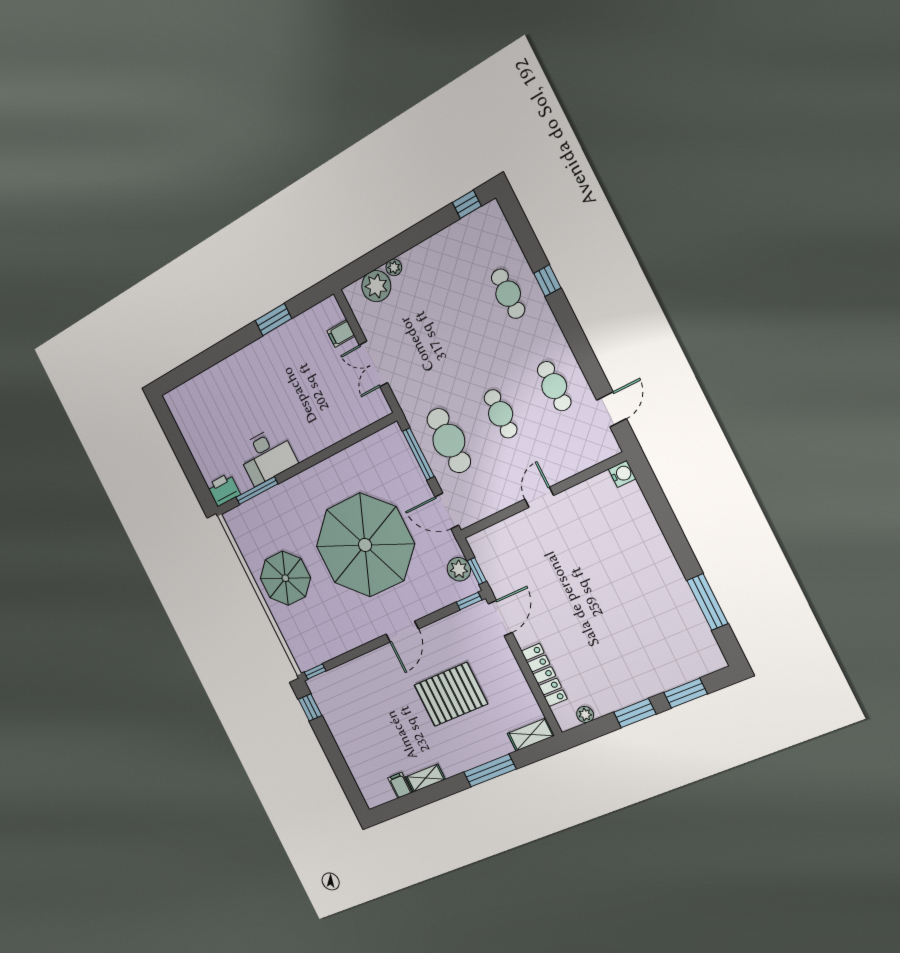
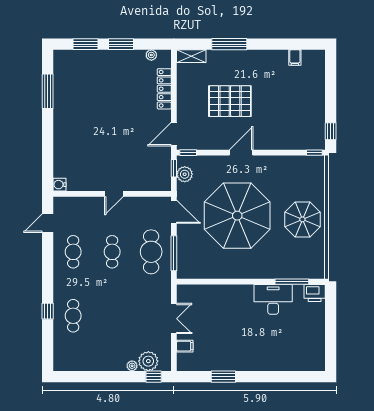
window: (467, 204) -> (154, 377), moved
shelving: (425, 778) -> (275, 55), removed

